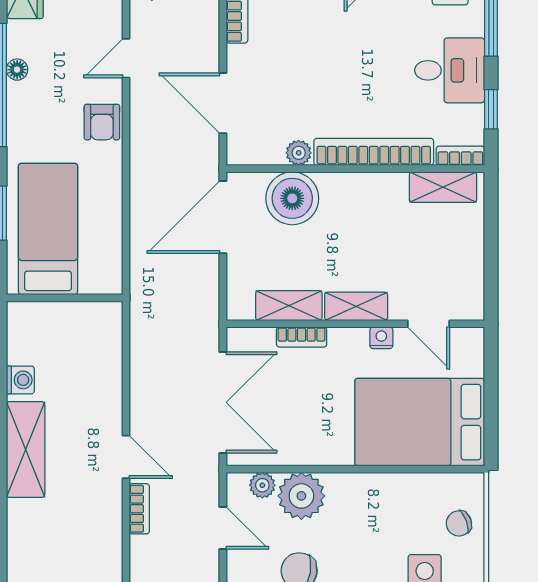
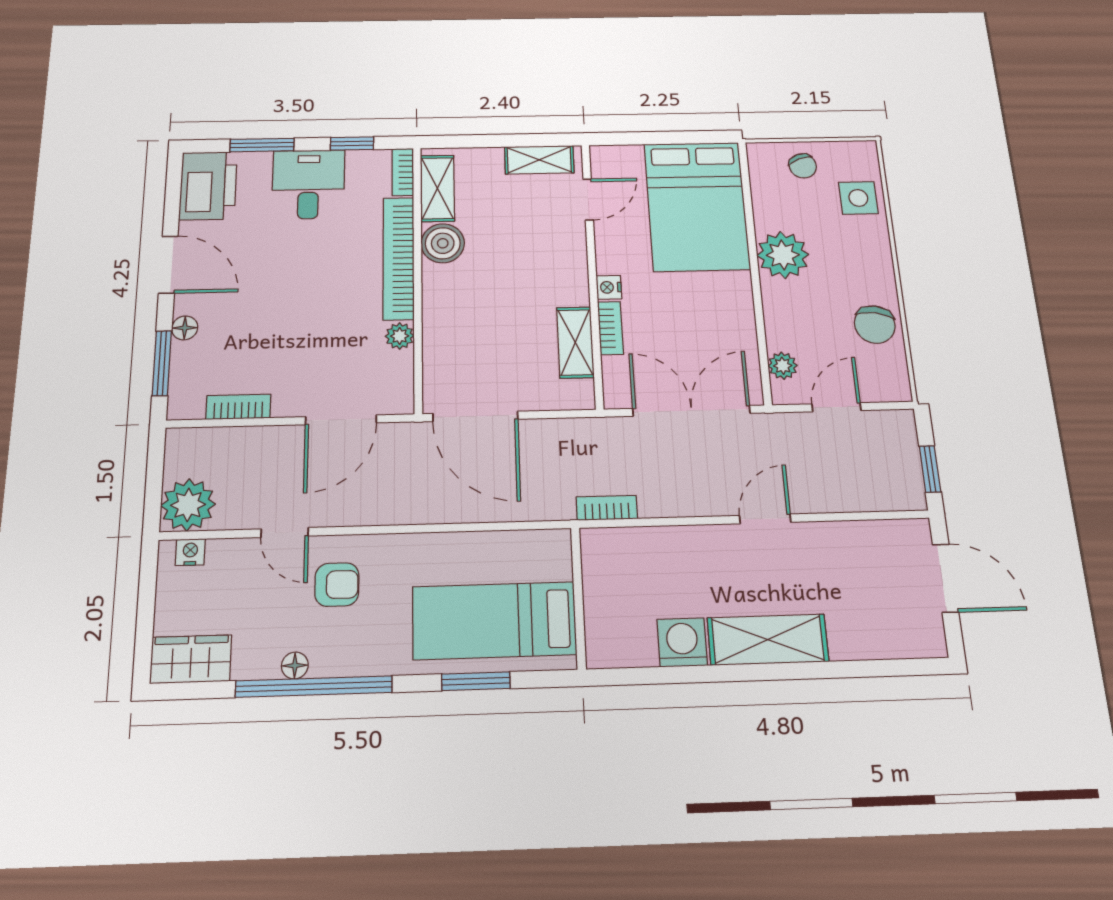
armchair: (102, 122) -> (337, 585), moved
boiler: (292, 198) -> (443, 243), moved, width x0.73, depth x0.73
shelving: (356, 306) -> (539, 160), moved, turned 90
nightstand: (381, 338) -> (609, 287), moved
washing machine: (20, 380) -> (682, 642), width x1.38, depth x1.38
plant: (301, 496) -> (783, 255), moved
bookcase: (139, 509) -> (607, 508), moved

